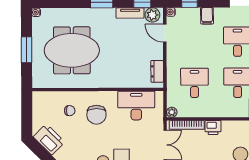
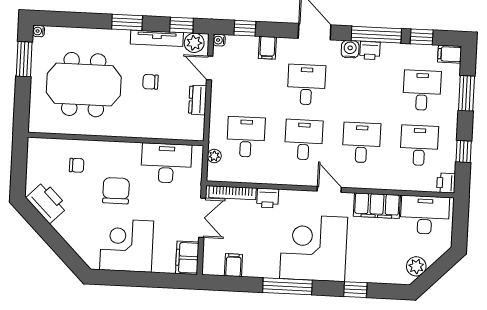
tv unit: (130, 13) -> (157, 38), width x1.41
chair: (121, 46) -> (150, 82), added
window: (27, 50) -> (24, 59), moved
dresser: (157, 71) -> (198, 100), moved
plant: (172, 112) -> (214, 156), moved
chair: (96, 115) -> (116, 191), moved, turned 180

